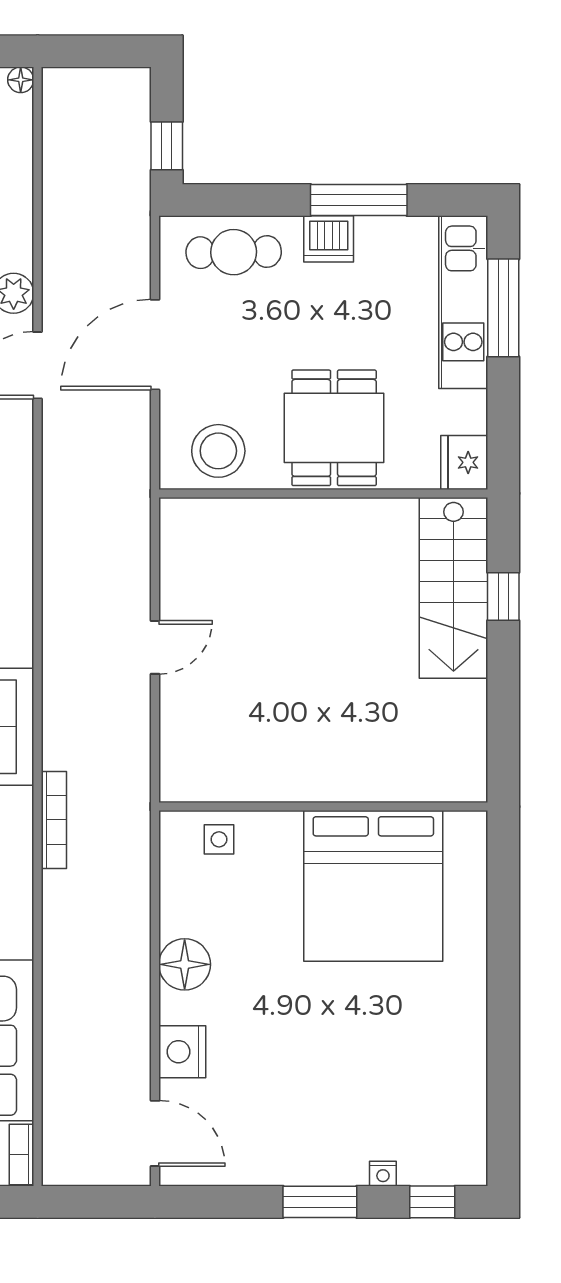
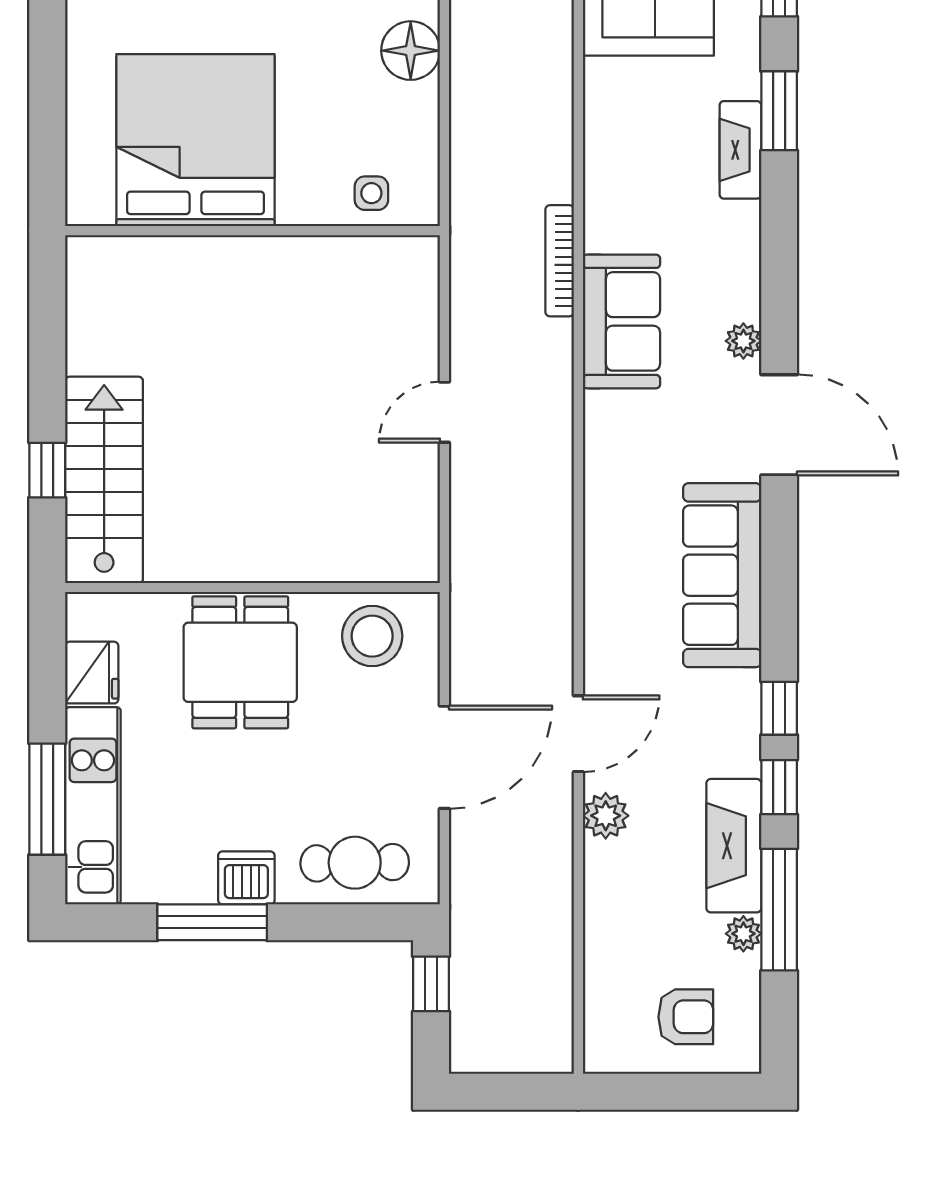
floor lamp: (21, 80) -> (597, 1059), removed
fridge: (464, 462) -> (92, 673), moved
bookcase: (54, 820) -> (560, 261), moved

